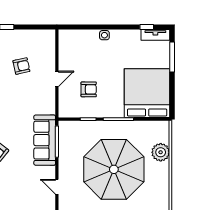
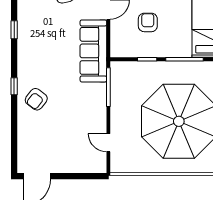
armchair: (89, 89) -> (148, 22), turned -90
sofa: (45, 140) -> (93, 51), moved

